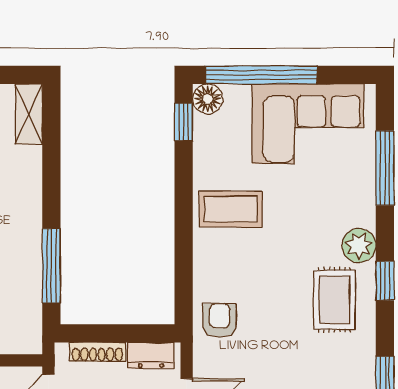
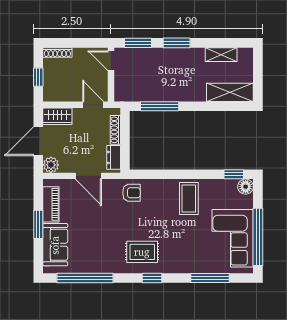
window: (261, 75) -> (258, 237), moved
shelving: (29, 114) -> (230, 92), width x1.50, depth x1.33
plant: (359, 246) -> (170, 265), removed

